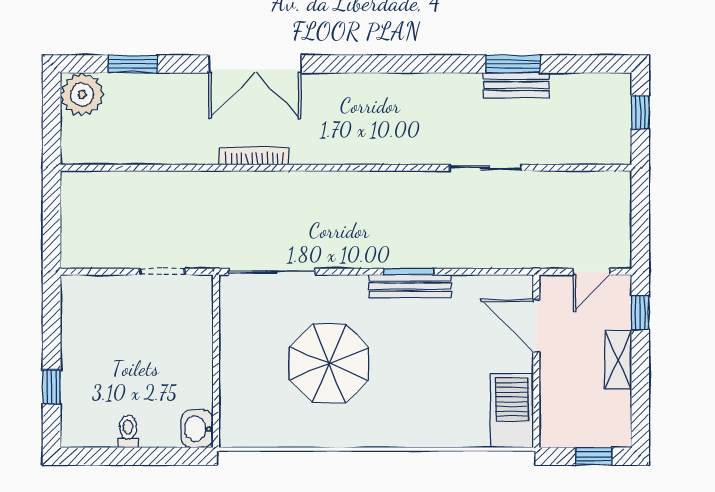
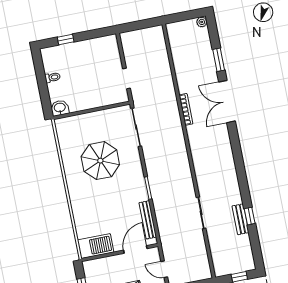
window: (133, 64) -> (219, 60), moved
window: (513, 64) -> (250, 216), width x0.67
plant: (82, 94) -> (202, 22), width x0.53, depth x0.53
bench: (410, 286) -> (148, 220), moved

